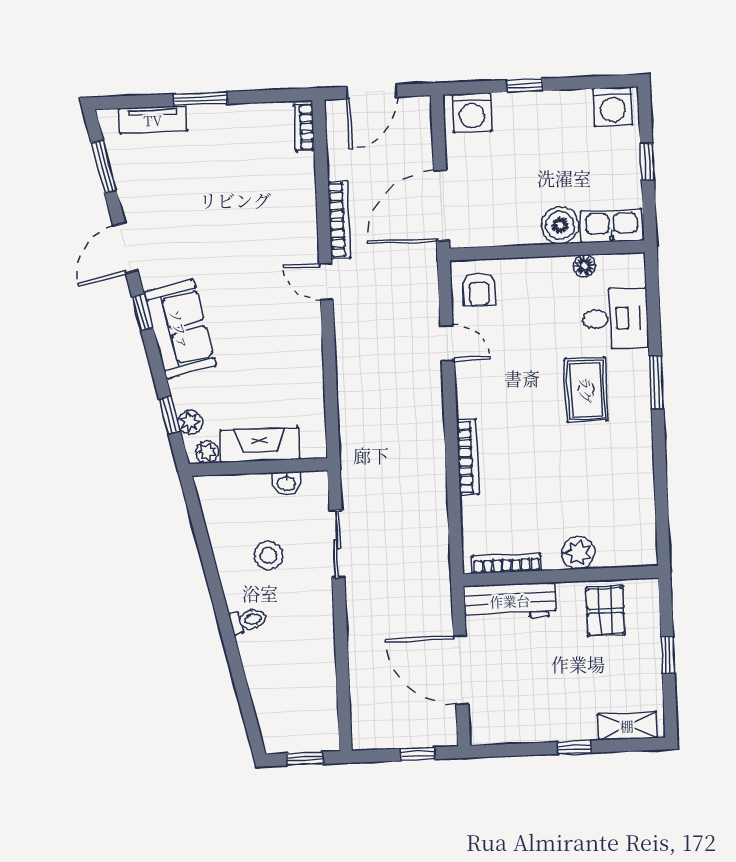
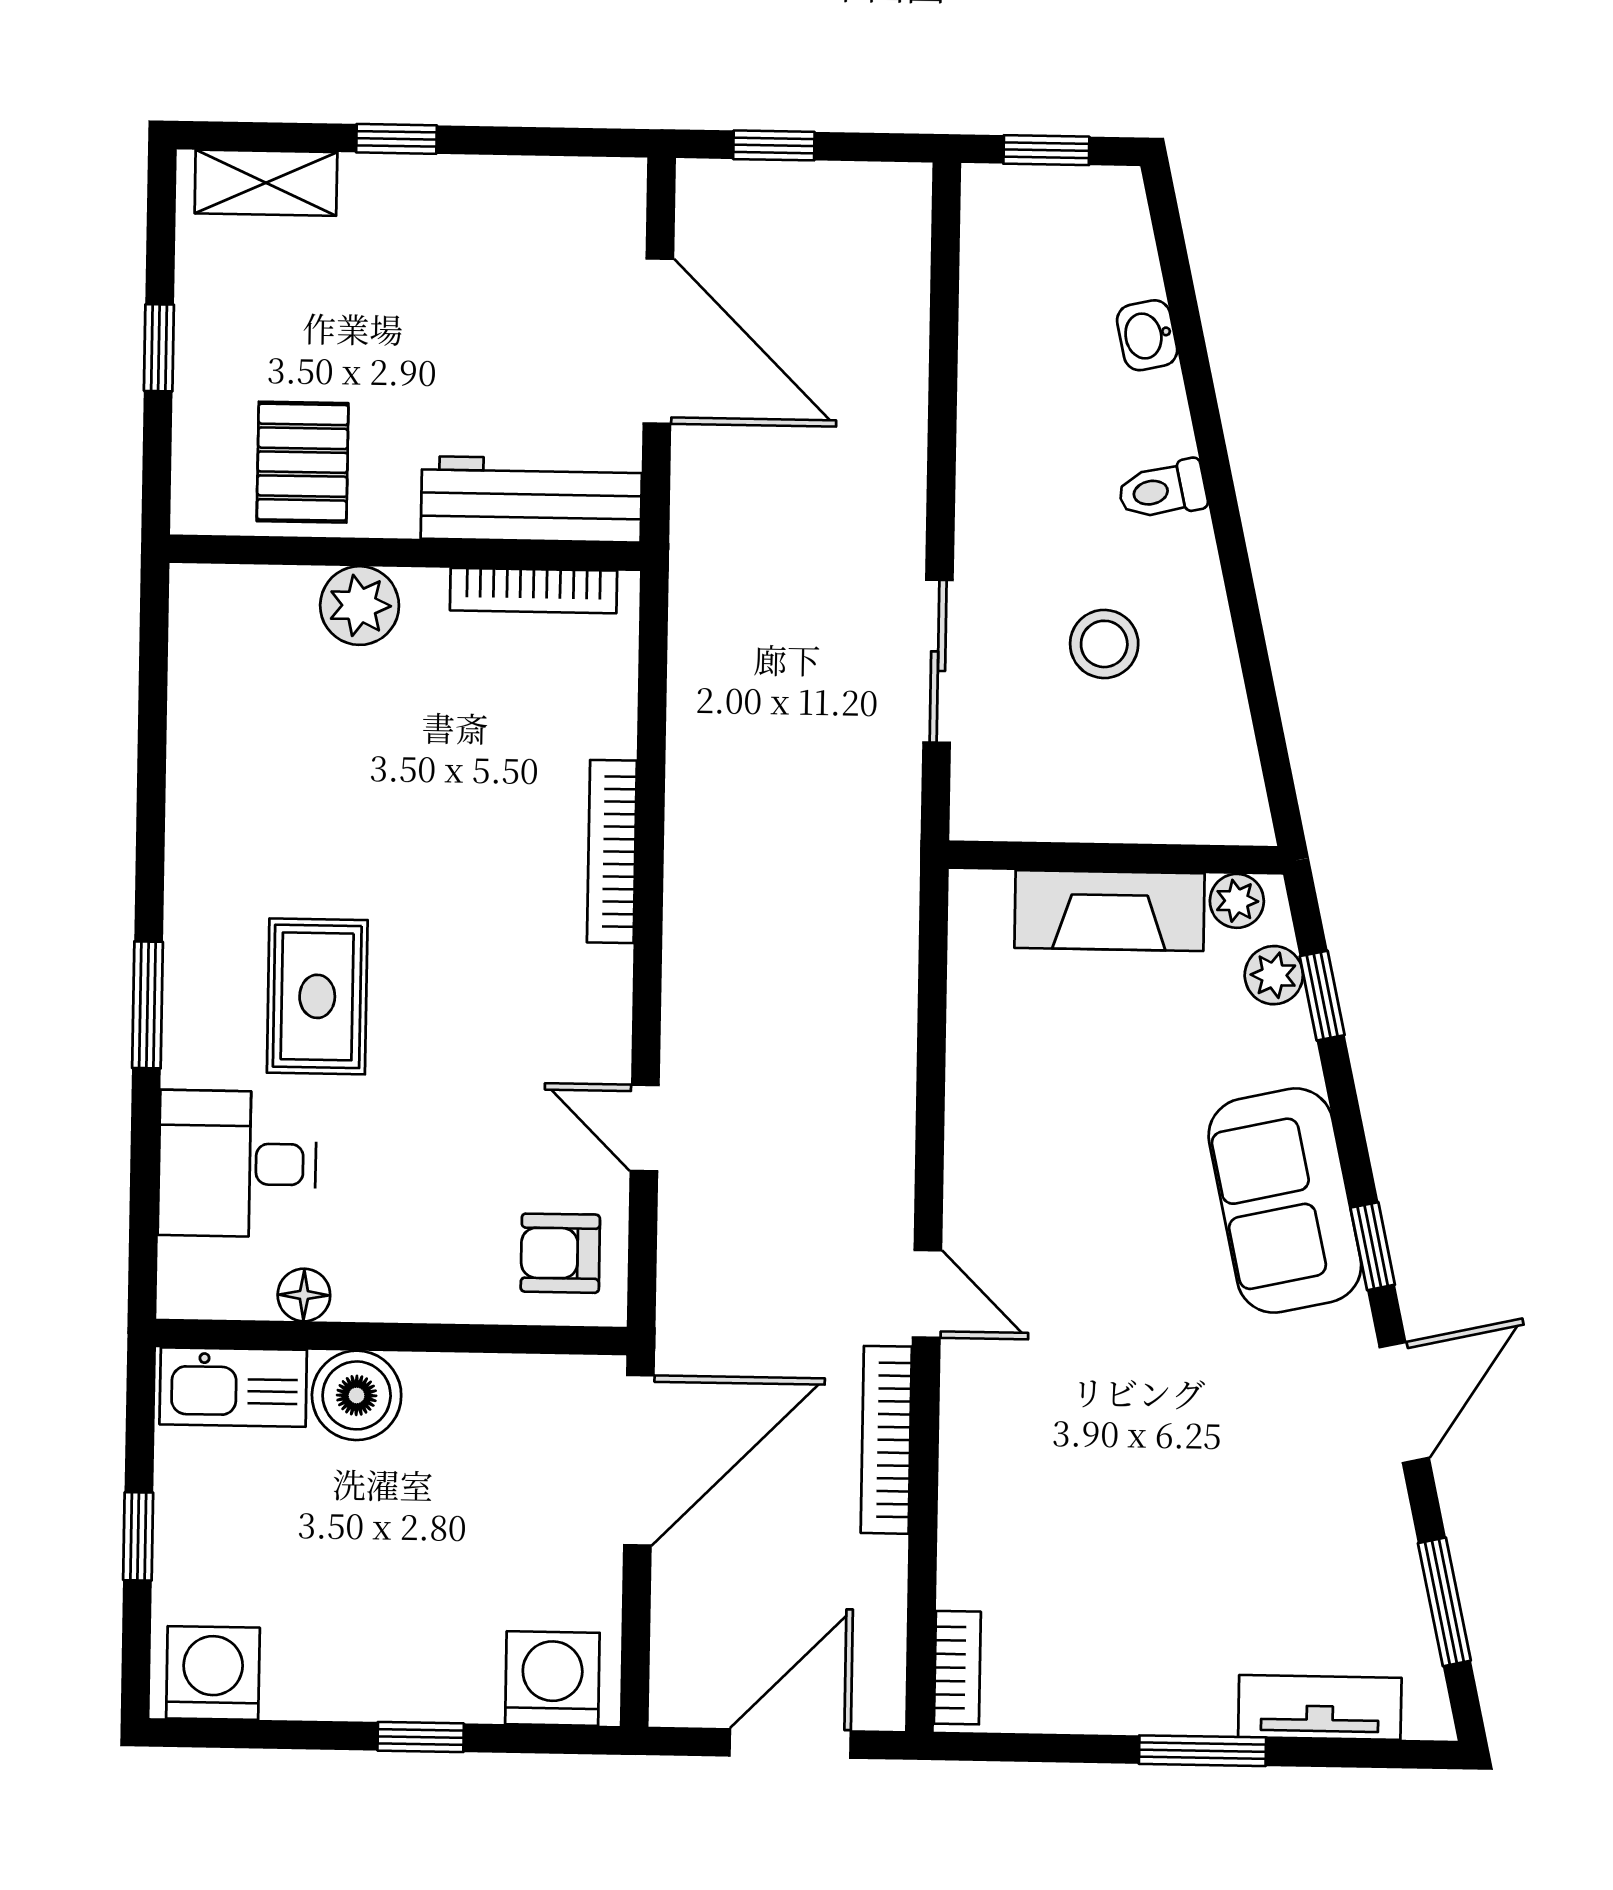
armchair: (479, 289) -> (560, 1253), turned -90
washbasin: (286, 483) -> (1147, 335), moved, turned -102

